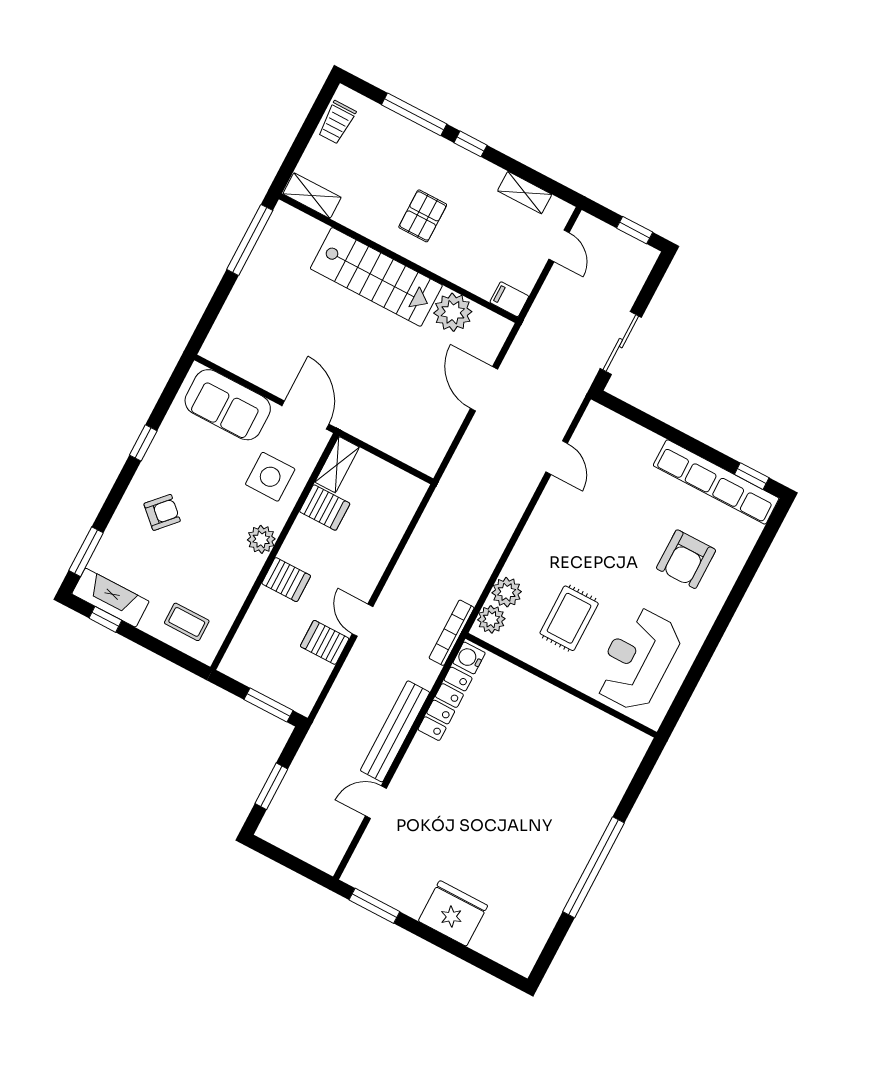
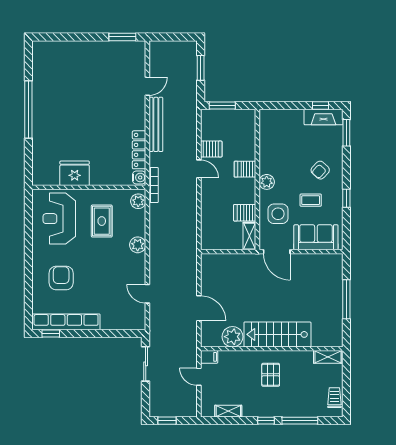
window: (250, 240) -> (346, 299), moved
door: (559, 246) -> (199, 377), moved
plant: (507, 592) -> (138, 245), moved
coffee table: (187, 622) -> (311, 200), moved
reception desk: (637, 659) -> (59, 219), turned 180
fridge: (453, 913) -> (75, 173), moved, turned 180

